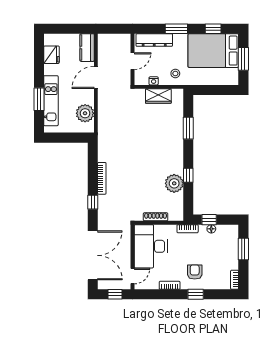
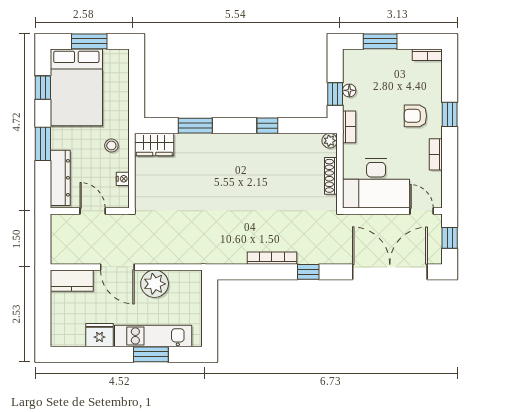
fridge: (51, 55) -> (99, 335), moved
wardrobe: (158, 96) -> (154, 145), moved, turned 90
plant: (85, 113) -> (155, 284), moved
plant: (174, 183) -> (330, 141), moved, width x0.53, depth x0.53

